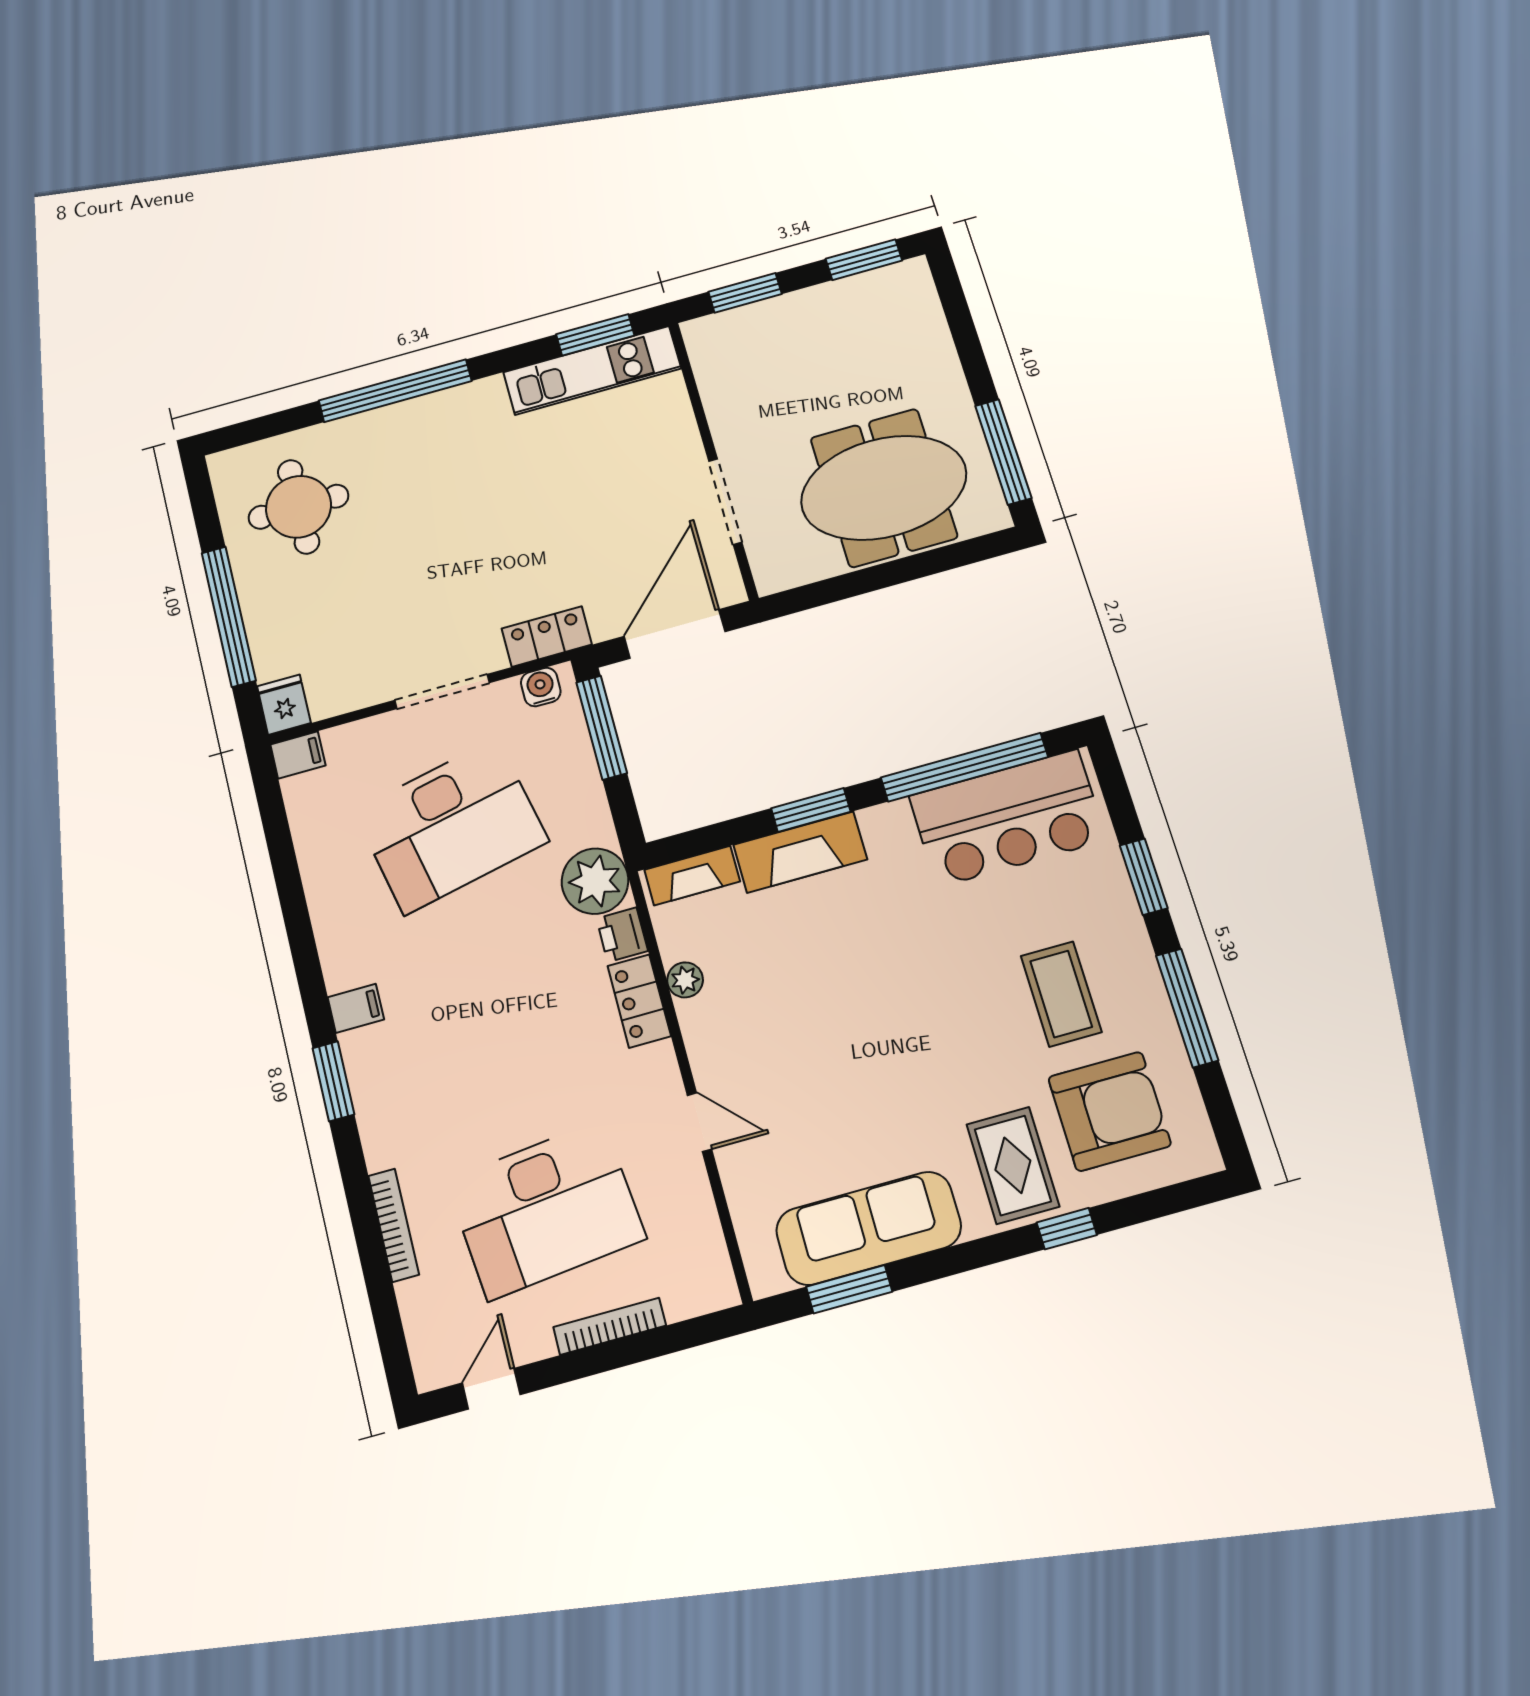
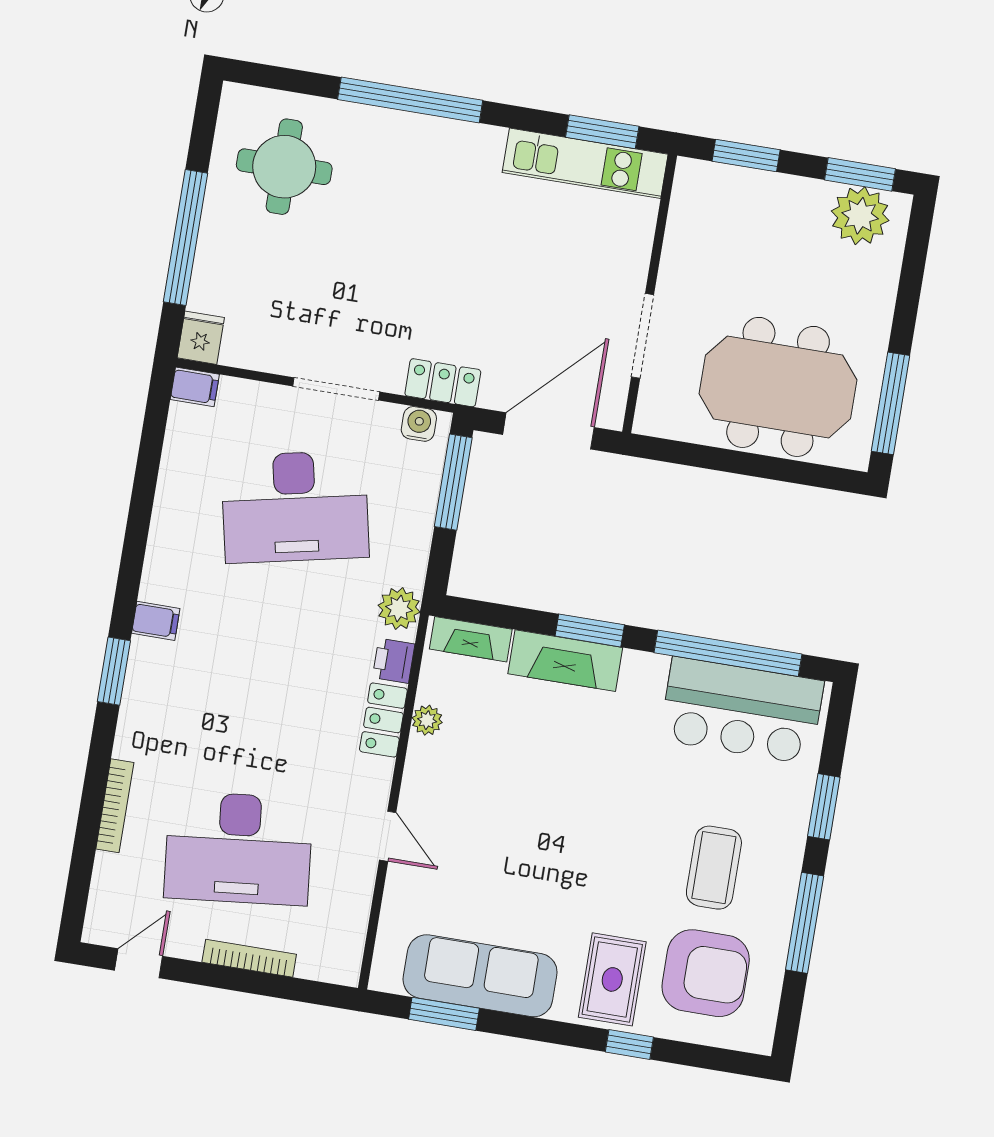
plant: (883, 296) -> (860, 216), added
plant: (595, 881) -> (399, 609), width x0.73, depth x0.73

